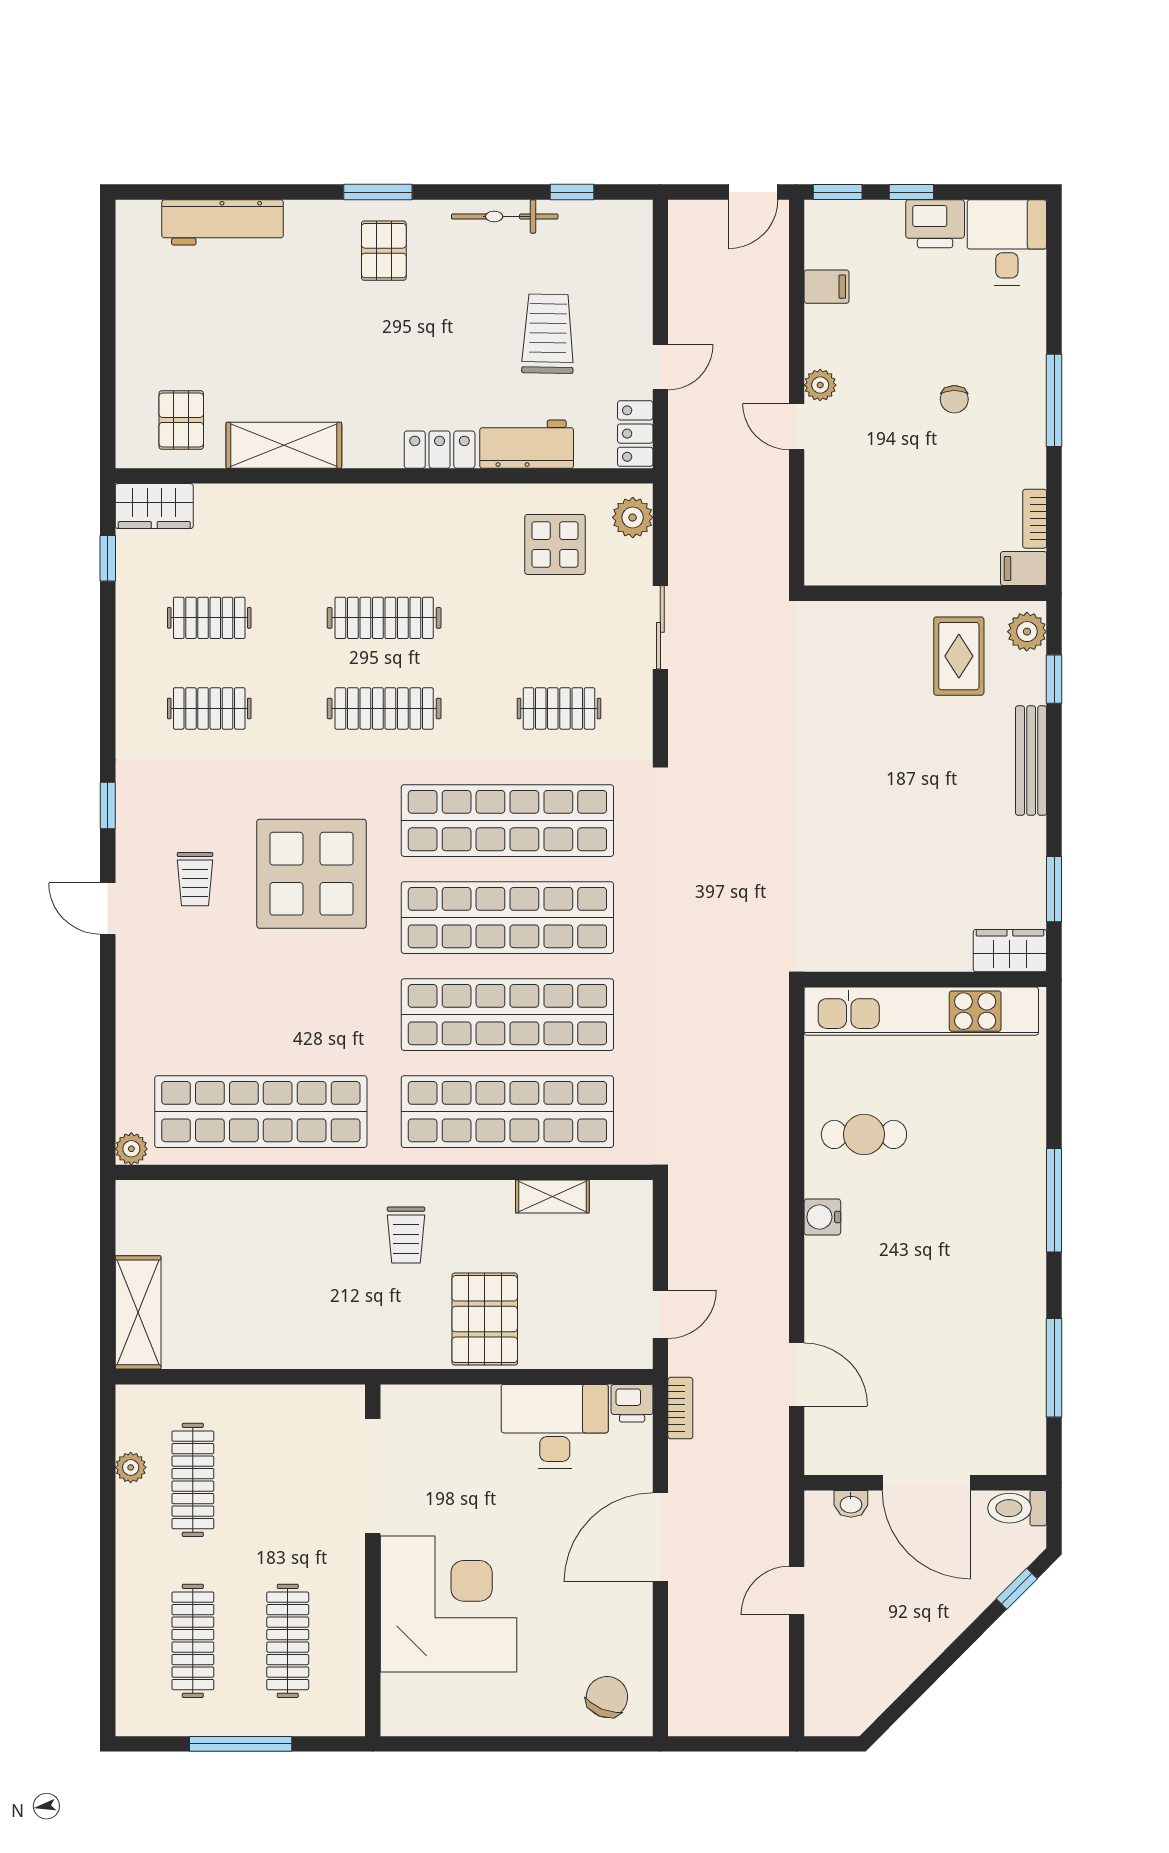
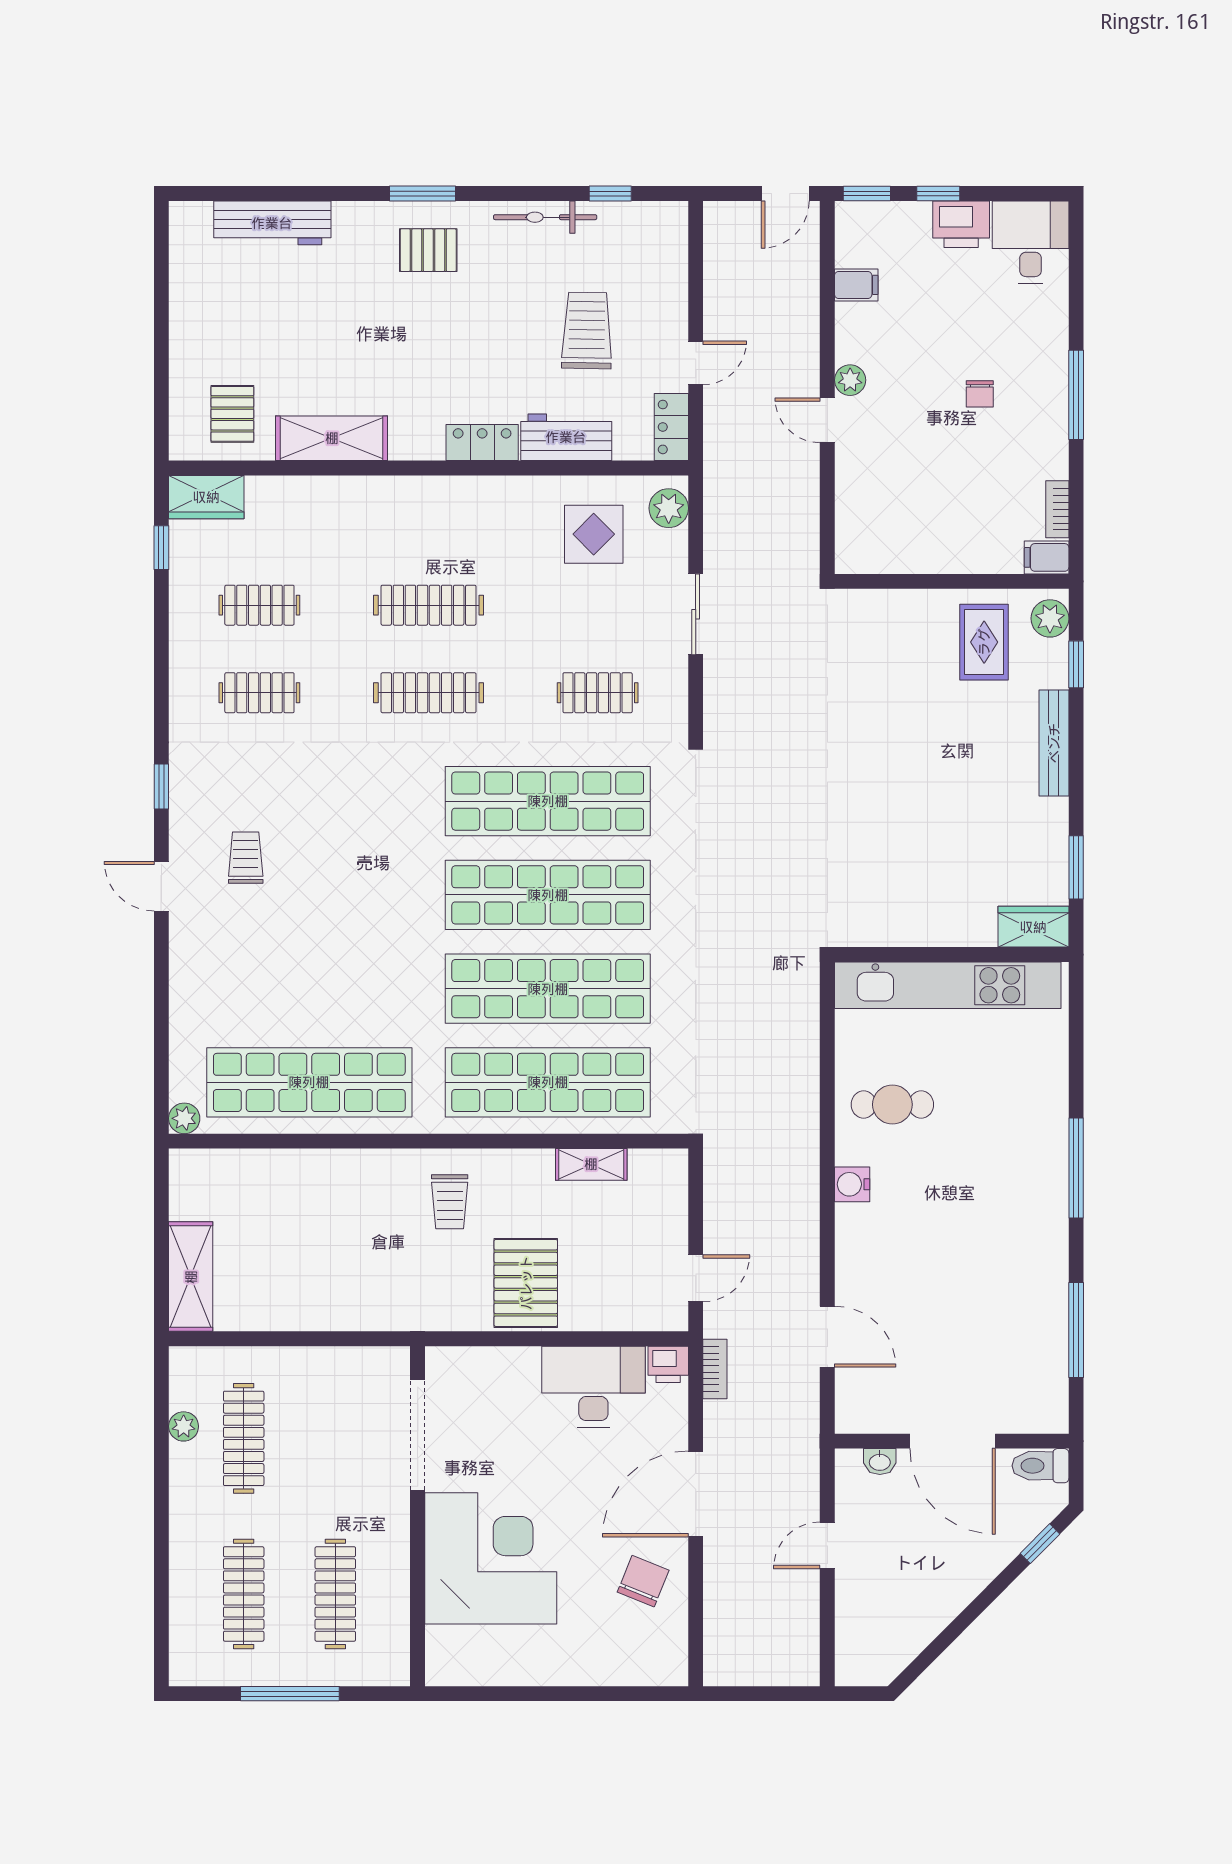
pallet: (384, 251) -> (428, 250), turned 90
display table: (312, 874) -> (358, 852), removed
trolley: (195, 879) -> (246, 858), turned 180
chair: (607, 1697) -> (643, 1581), moved

